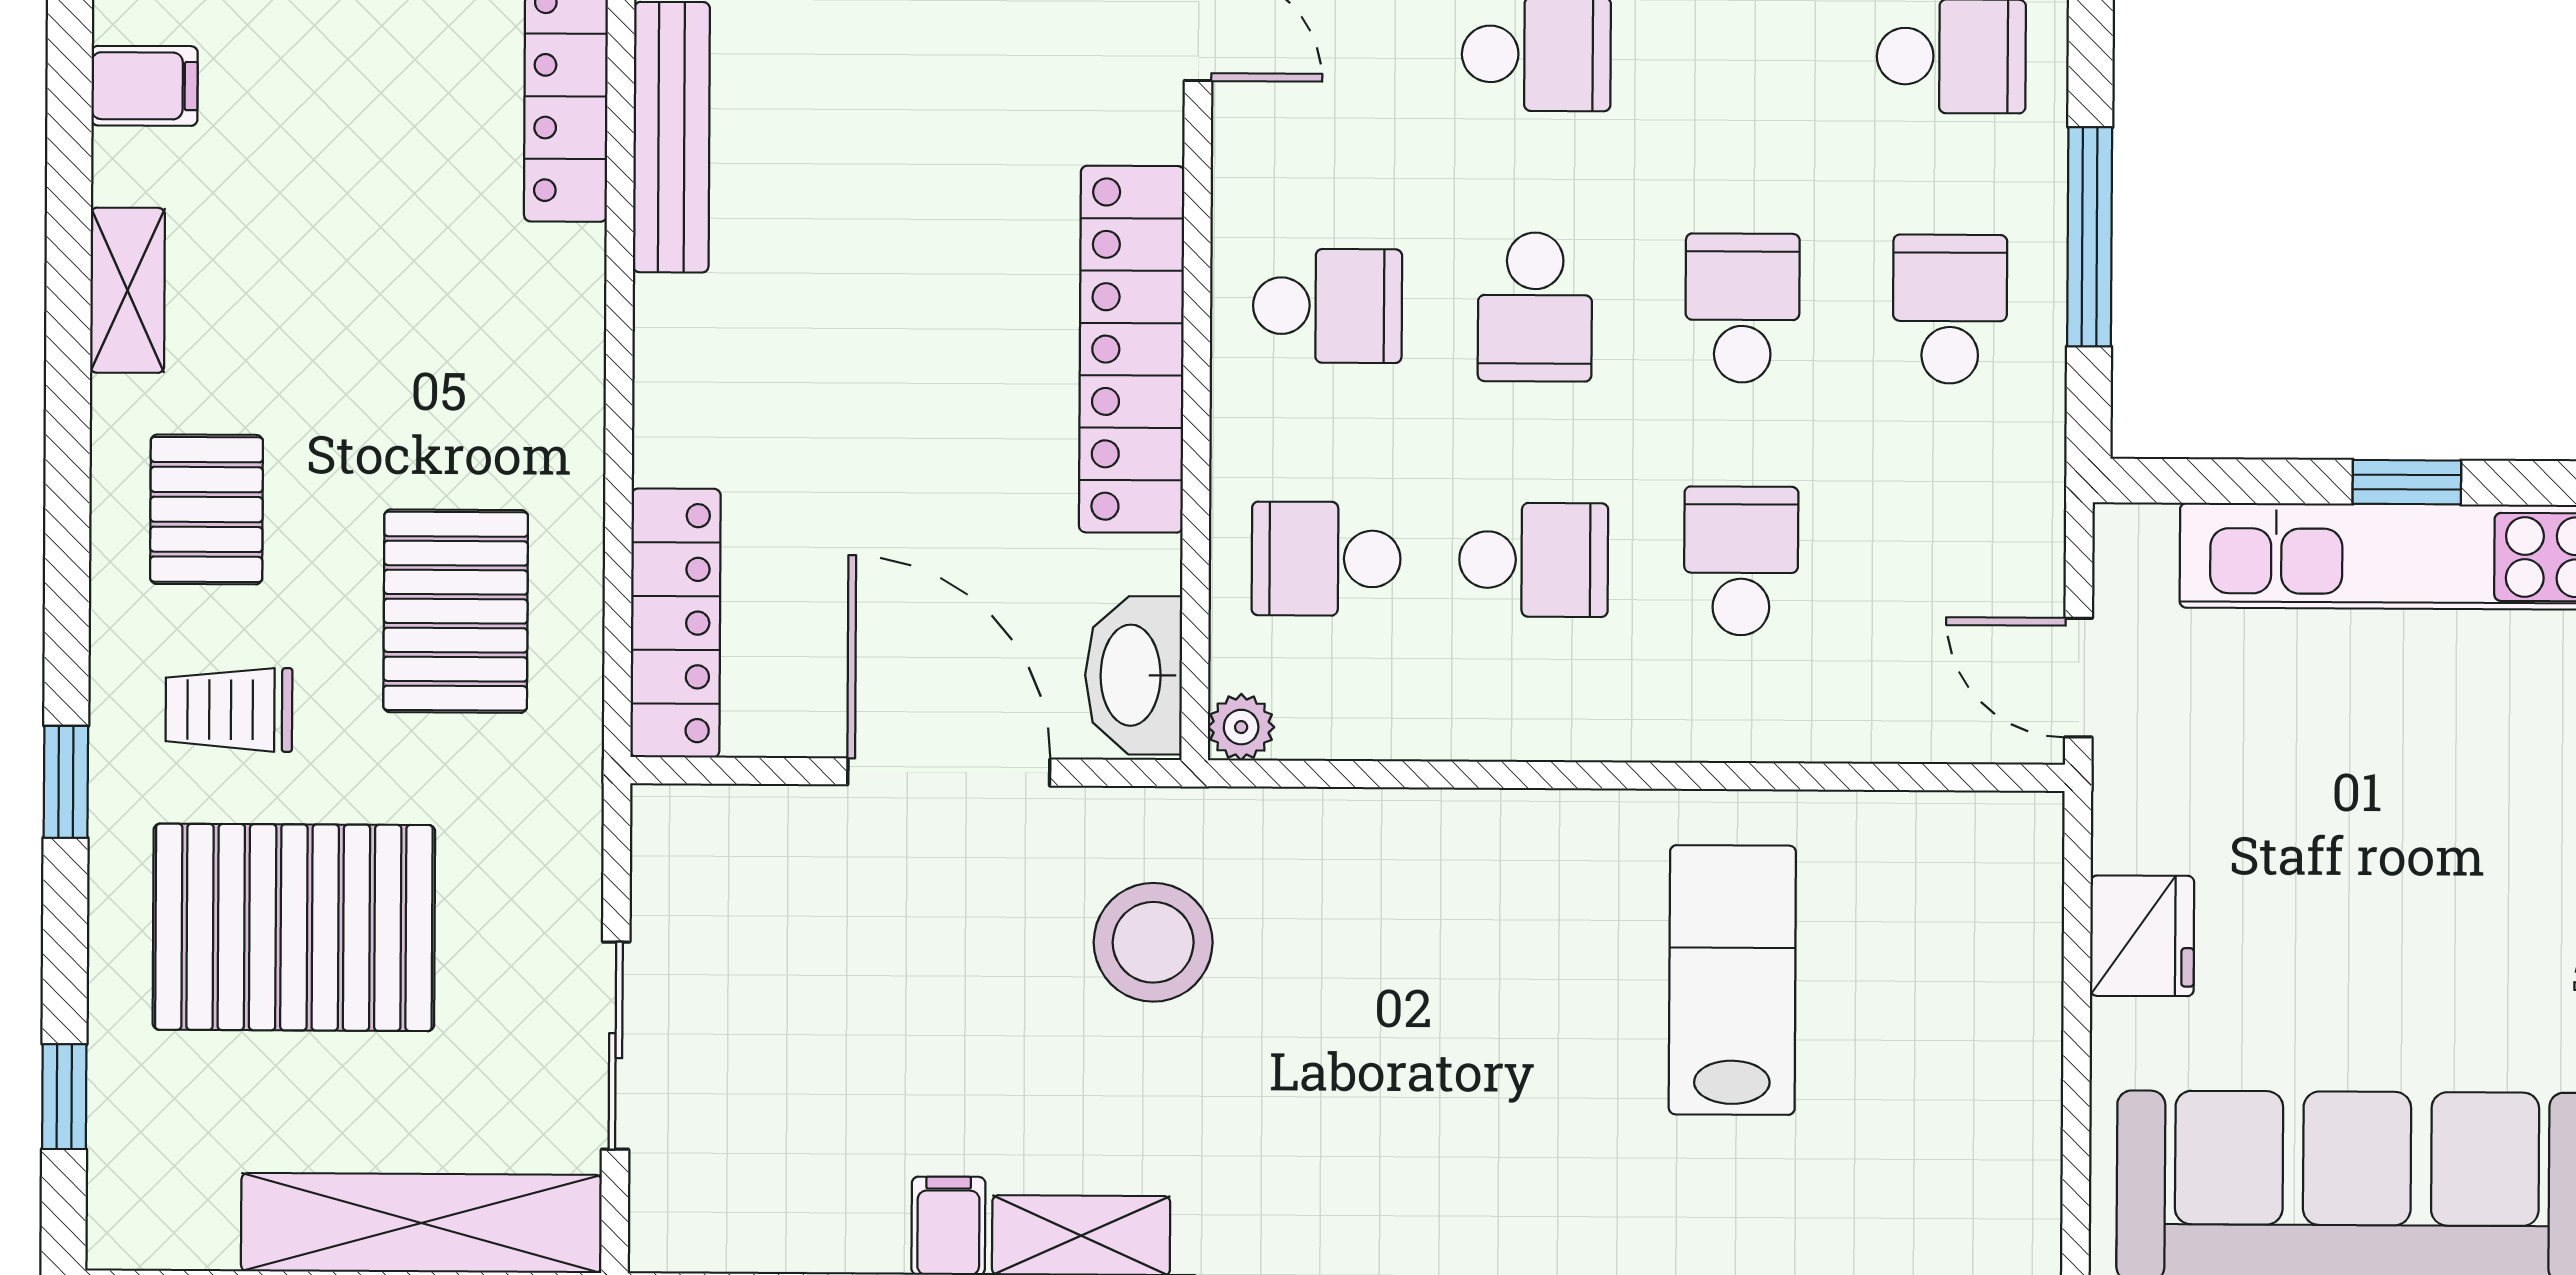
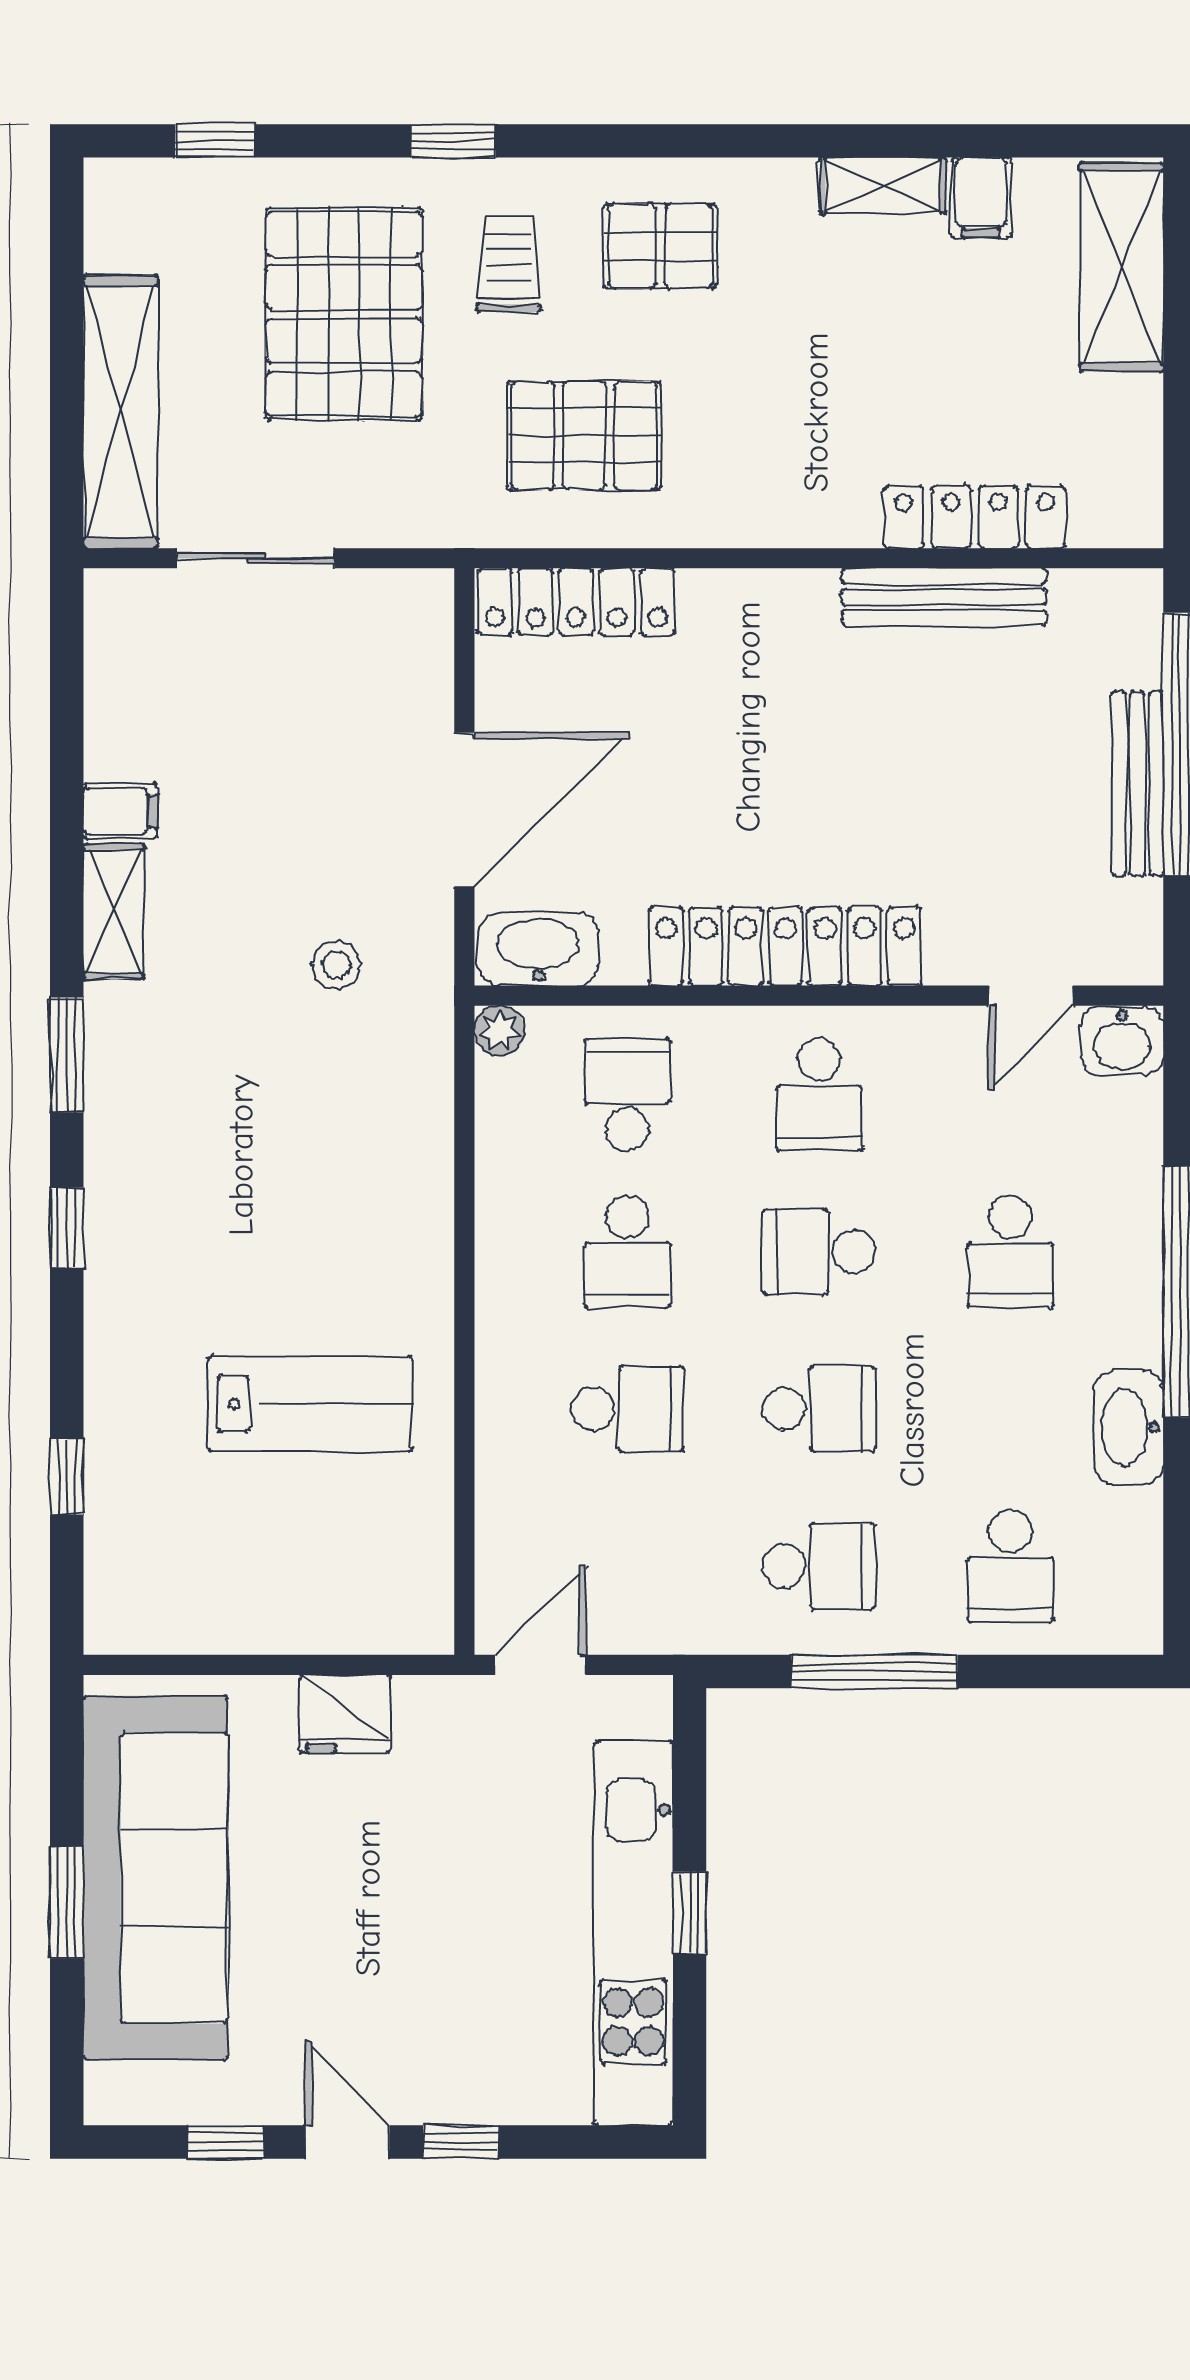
shelving: (127, 290) -> (883, 186), moved
stool: (1153, 942) -> (336, 965), width x0.53, depth x0.53

